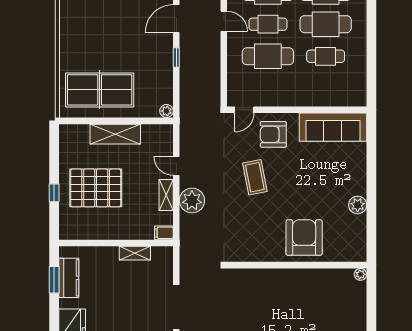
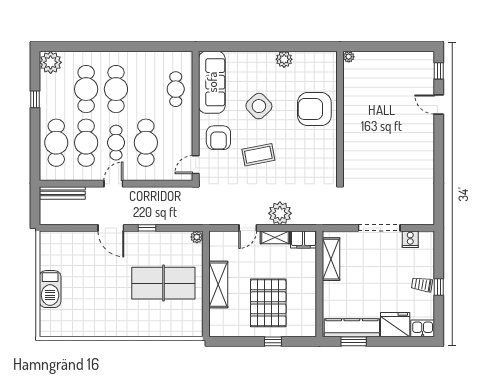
cafe table: (326, 56) -> (176, 89), moved
table tennis table: (100, 90) -> (163, 283), moved, turned 90
door: (244, 110) -> (196, 165), swing flipped
side table: (307, 178) -> (259, 106), added
filing cabinet: (164, 233) -> (304, 239), width x2.00
shelving: (135, 253) -> (331, 259), width x1.50, depth x1.33
kitchen counter: (69, 278) -> (352, 328), width x1.50

